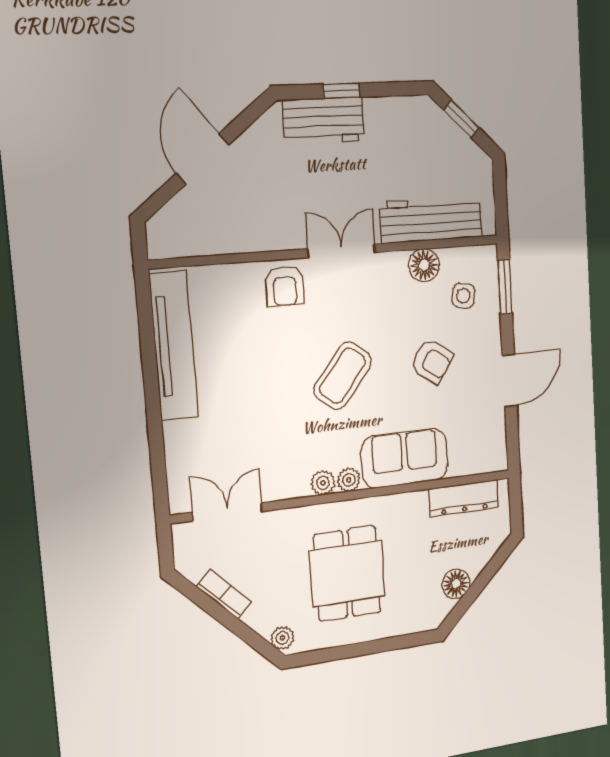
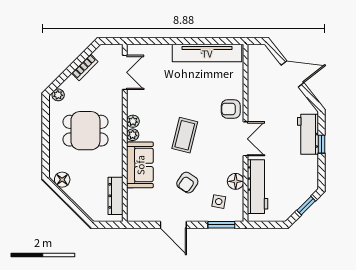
coffee table: (343, 376) -> (185, 135), turned 65
floor lamp: (456, 584) -> (62, 180), moved

